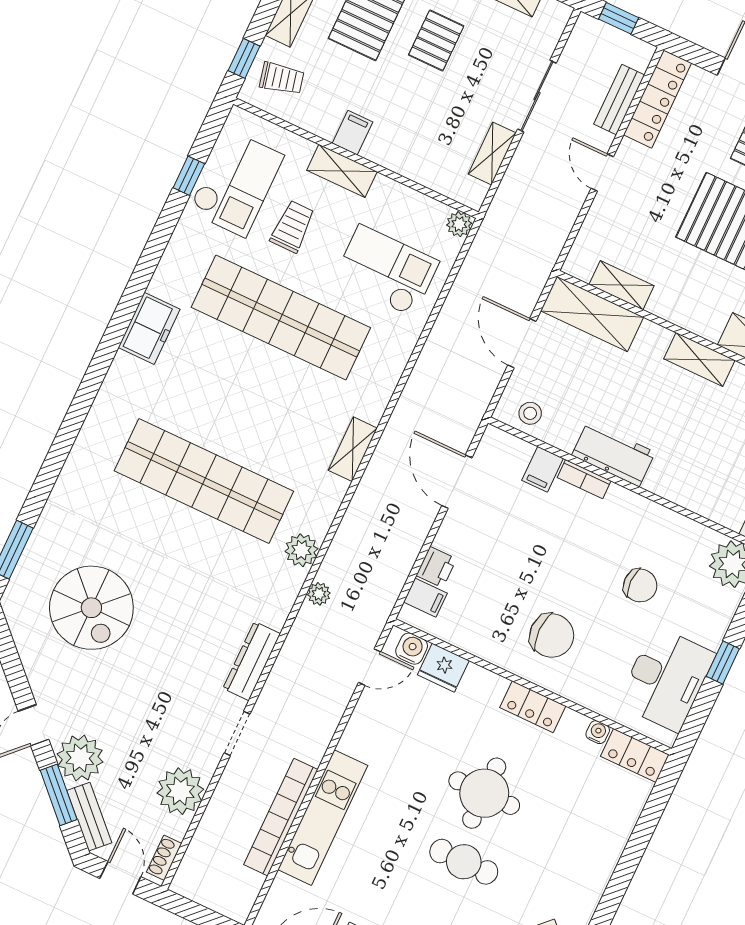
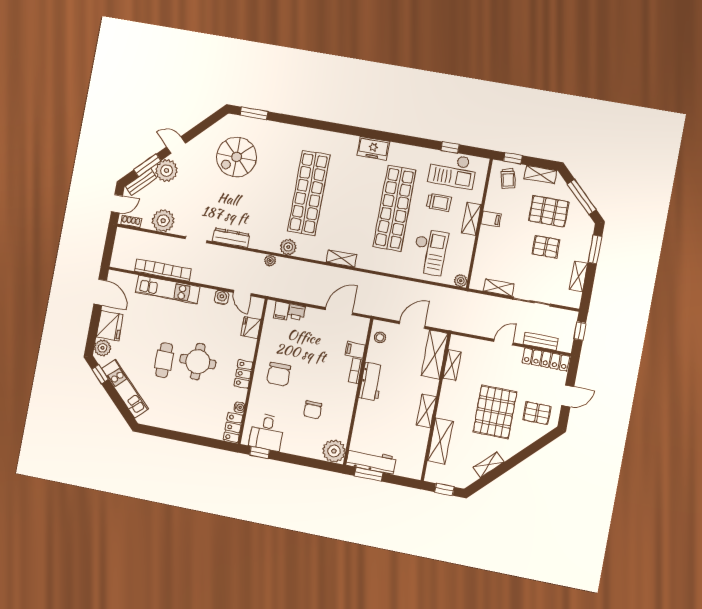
water cooler: (412, 649) -> (222, 297), moved, turned -90
window: (723, 663) -> (260, 452), moved
desk: (666, 679) -> (267, 432), width x0.73

